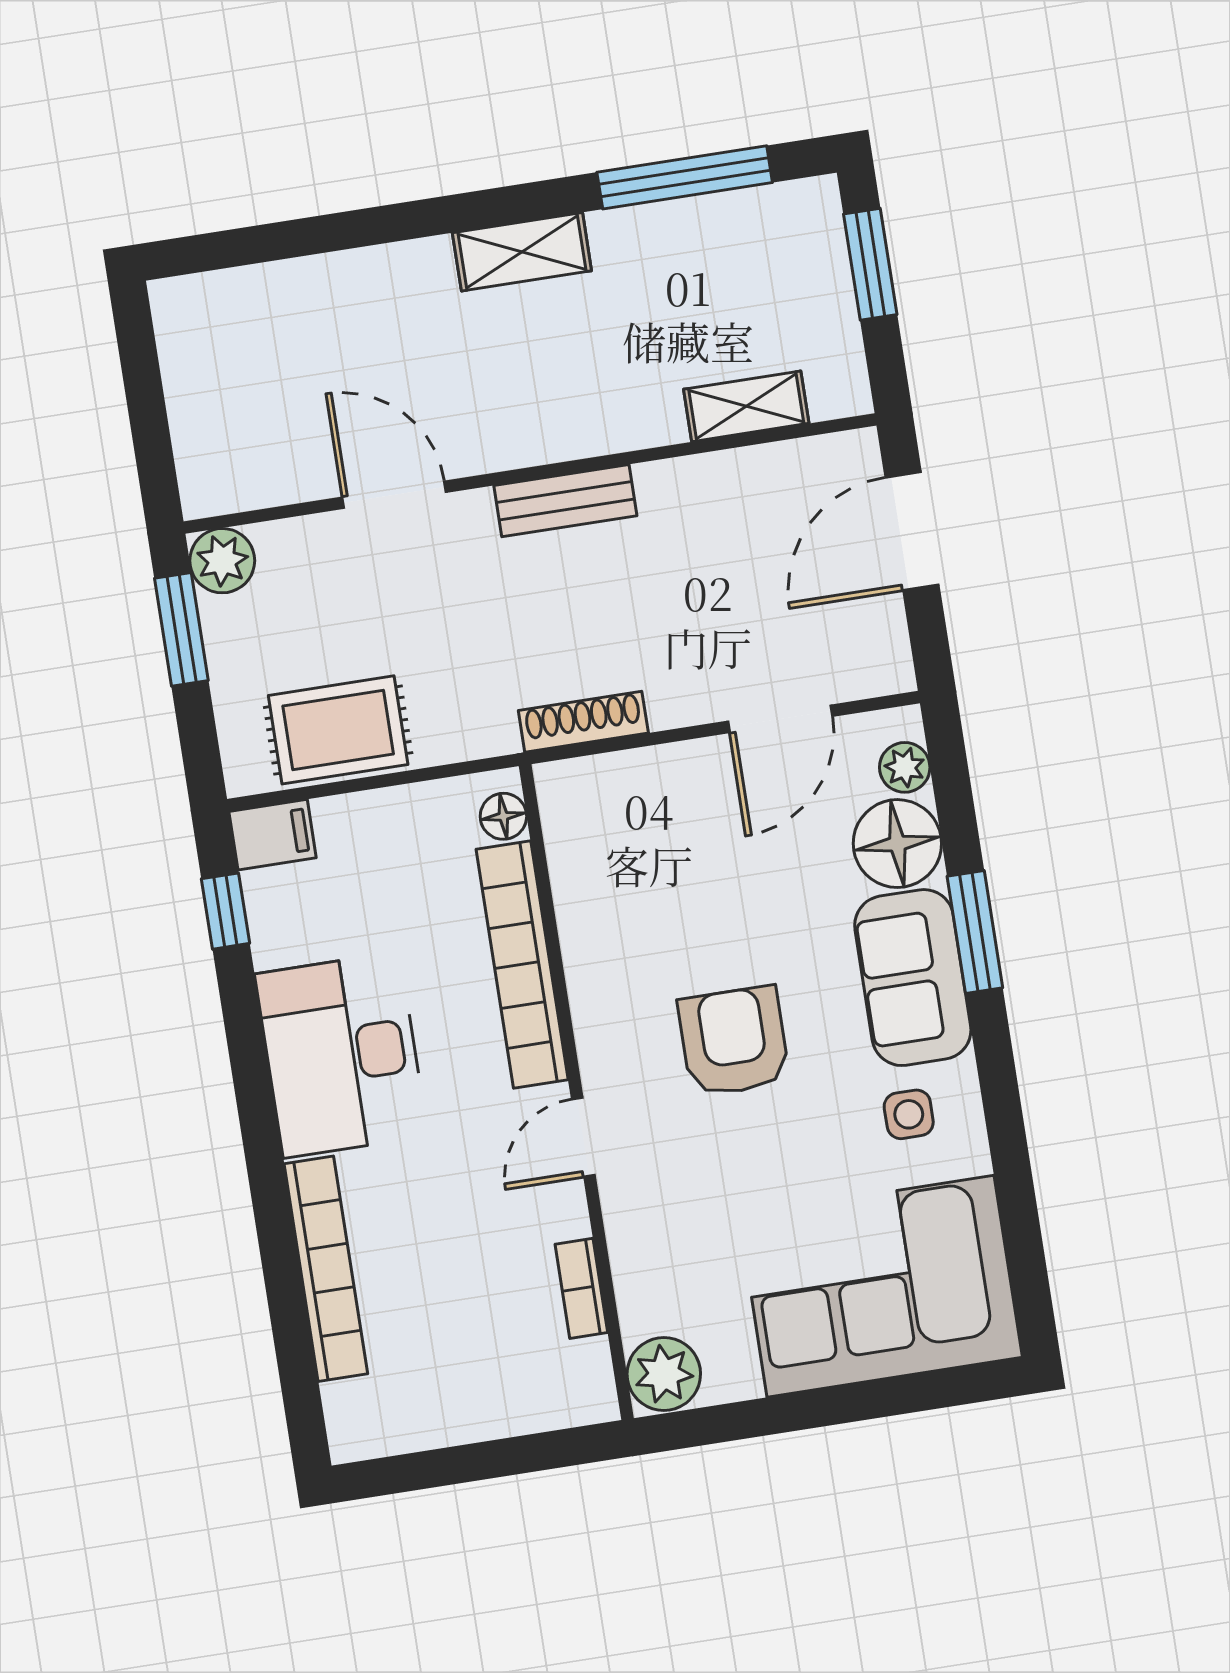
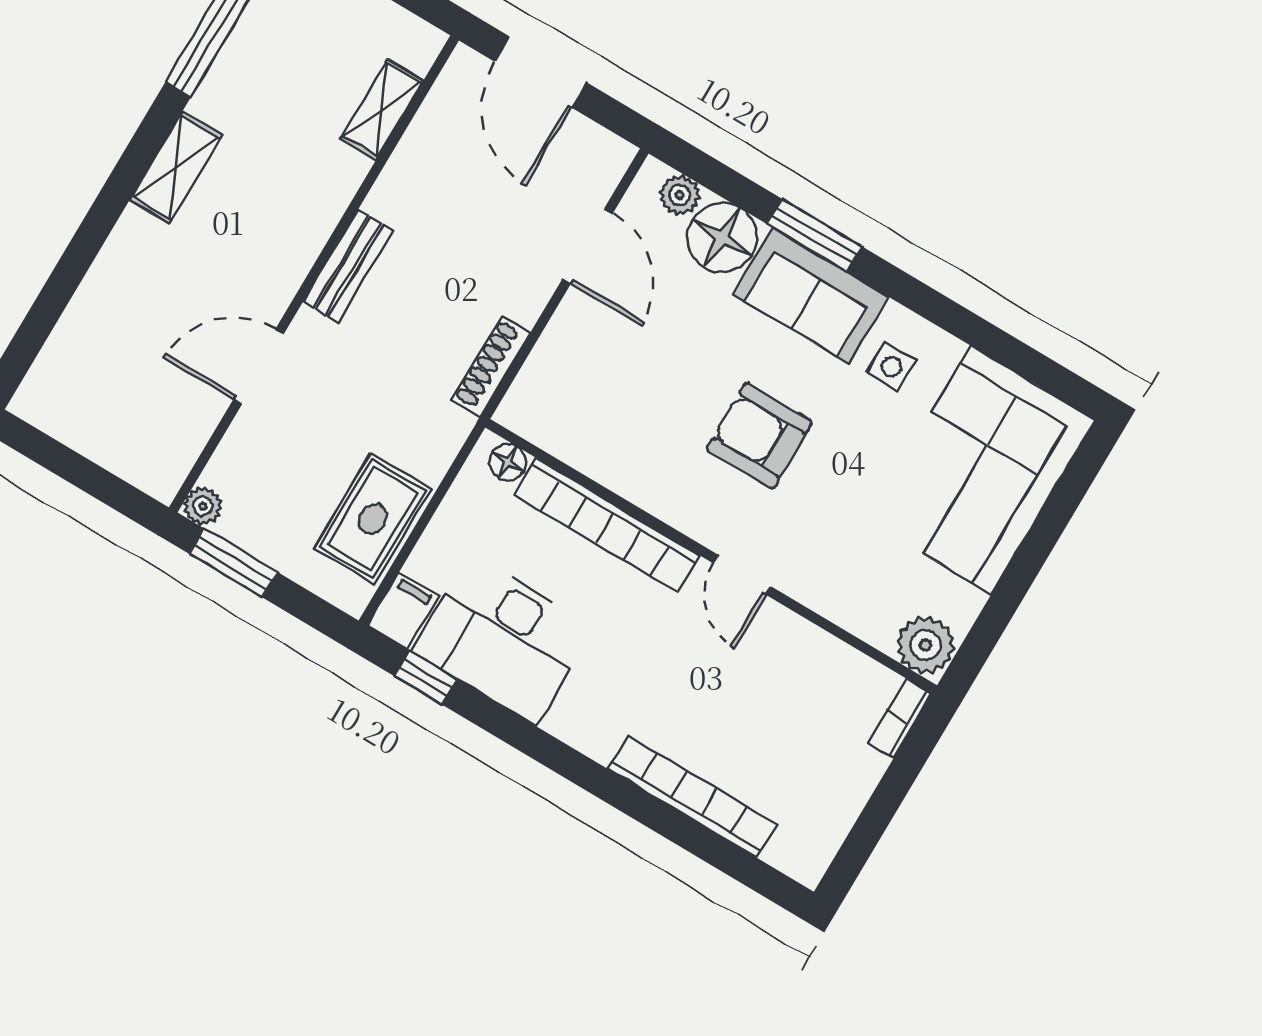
plant: (222, 561) -> (203, 506), width x0.73, depth x0.73
desk: (341, 1055) -> (503, 640), moved
bookcase: (581, 1288) -> (900, 718), moved, turned 90

